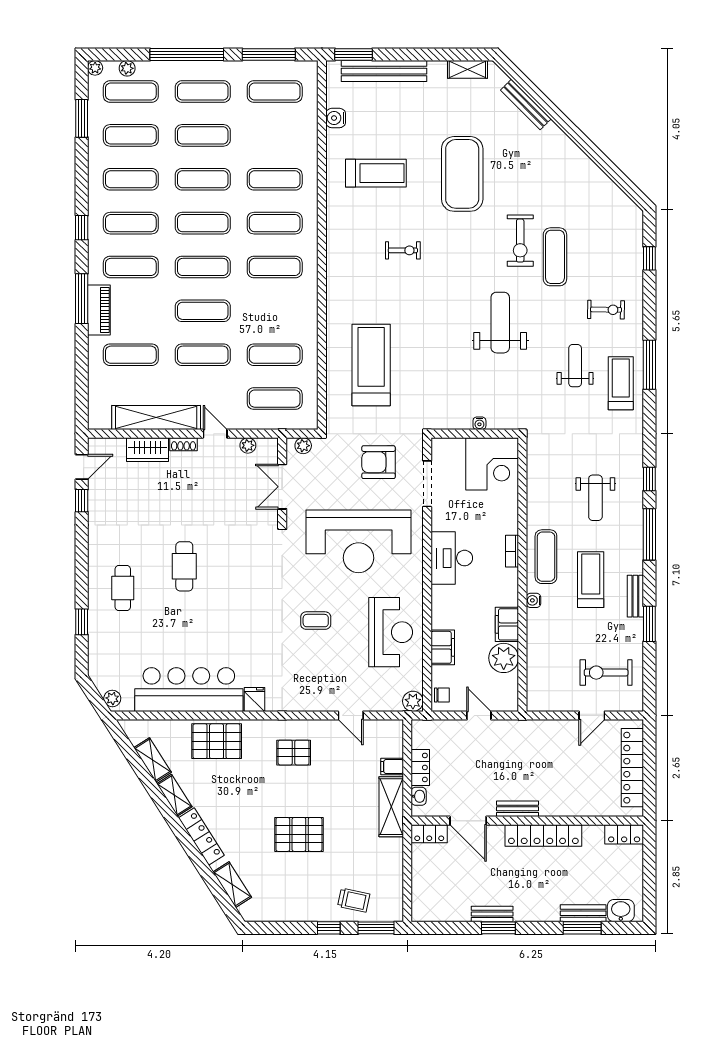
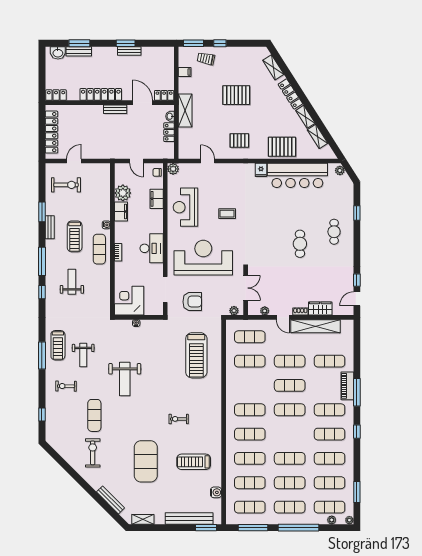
exercise mat: (203, 223) -> (250, 483), moved
exercise bike: (520, 241) -> (93, 453), moved
filing cabinet: (392, 767) -> (185, 72), moved

